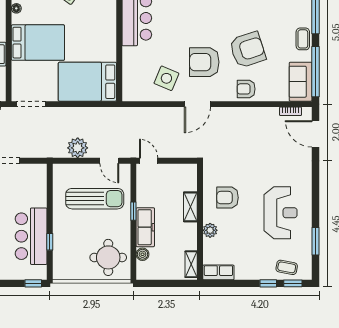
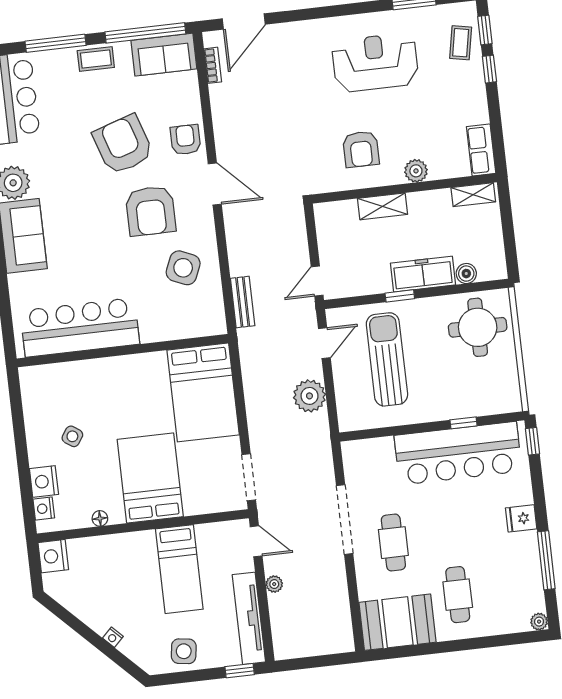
armchair: (246, 89) -> (185, 140), turned 180
door: (197, 104) -> (215, 184), moved
bench: (141, 113) -> (243, 302), added
bar counter: (31, 236) -> (458, 453), width x1.36

